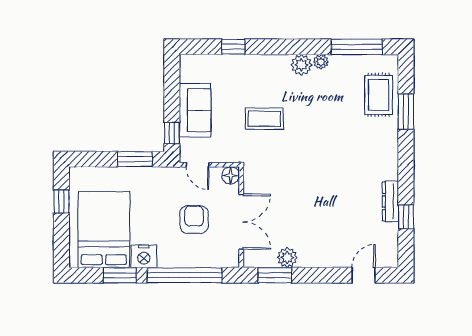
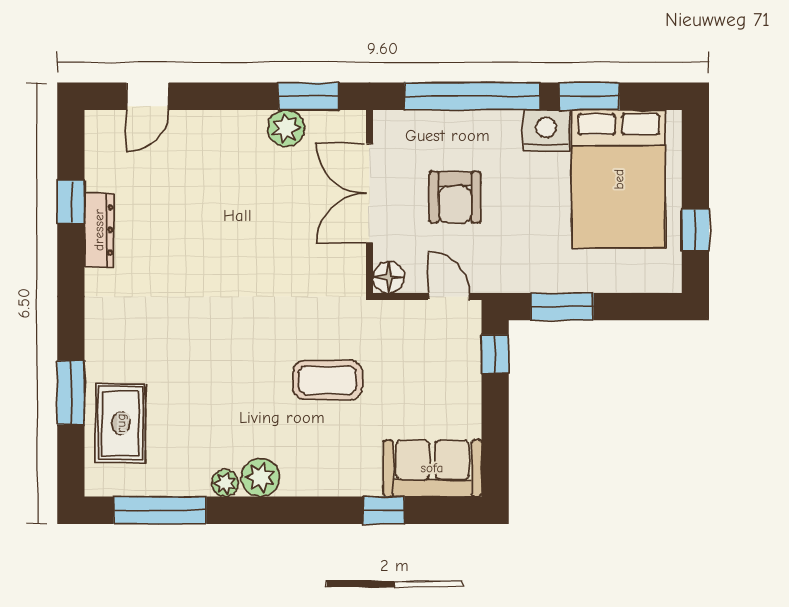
sofa: (195, 110) -> (432, 468), moved, turned 90

